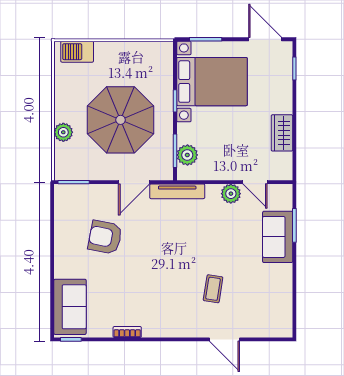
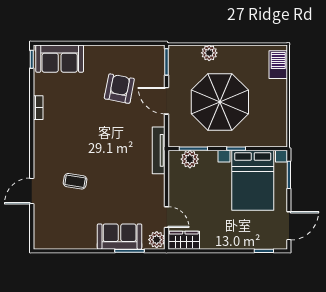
wardrobe: (282, 133) -> (184, 240), moved
door: (134, 182) -> (167, 101), moved
door: (255, 182) -> (167, 217), swing flipped
plant: (231, 194) -> (157, 240), moved

